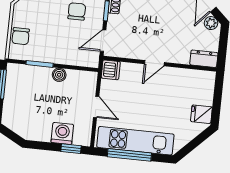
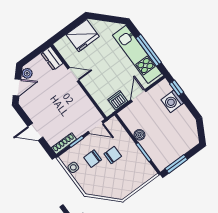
chair: (21, 36) -> (113, 155), moved
door: (154, 63) -> (73, 74), moved
dishwasher: (111, 70) -> (118, 100), moved
fridge: (201, 114) -> (83, 36), width x1.88, depth x1.34

